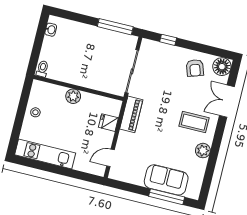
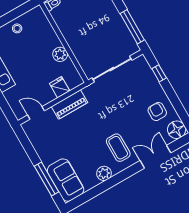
armchair: (195, 68) -> (157, 112), turned 109
plant: (73, 96) -> (60, 54), moved
piano: (131, 114) -> (70, 105), moved
sofa: (166, 180) -> (66, 180), moved

